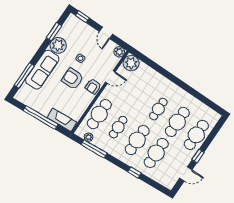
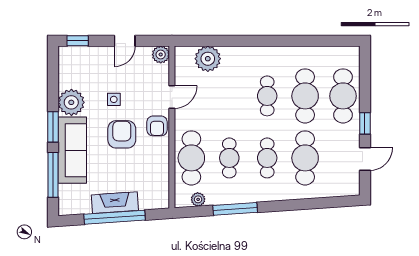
window: (54, 32) -> (53, 127), moved
door: (106, 33) -> (125, 41), hinge flipped
plant: (131, 63) -> (208, 59), moved
armchair: (72, 79) -> (122, 134), turned 90
fireplace: (62, 120) -> (115, 203), moved
cafe table: (137, 140) -> (267, 158), width x0.73, depth x0.74
window: (94, 149) -> (235, 209), moved
window: (134, 172) -> (294, 205), removed

